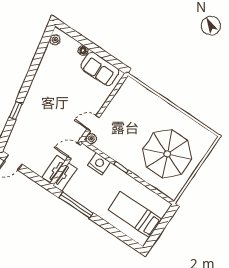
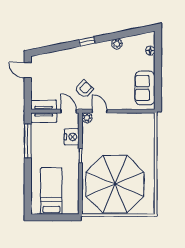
plant: (55, 40) -> (117, 44), moved
floor lamp: (83, 51) -> (150, 50), moved
window: (16, 111) -> (87, 42), moved
armchair: (64, 124) -> (84, 89), added
parasol: (167, 154) -> (115, 184), width x1.36, depth x1.36

